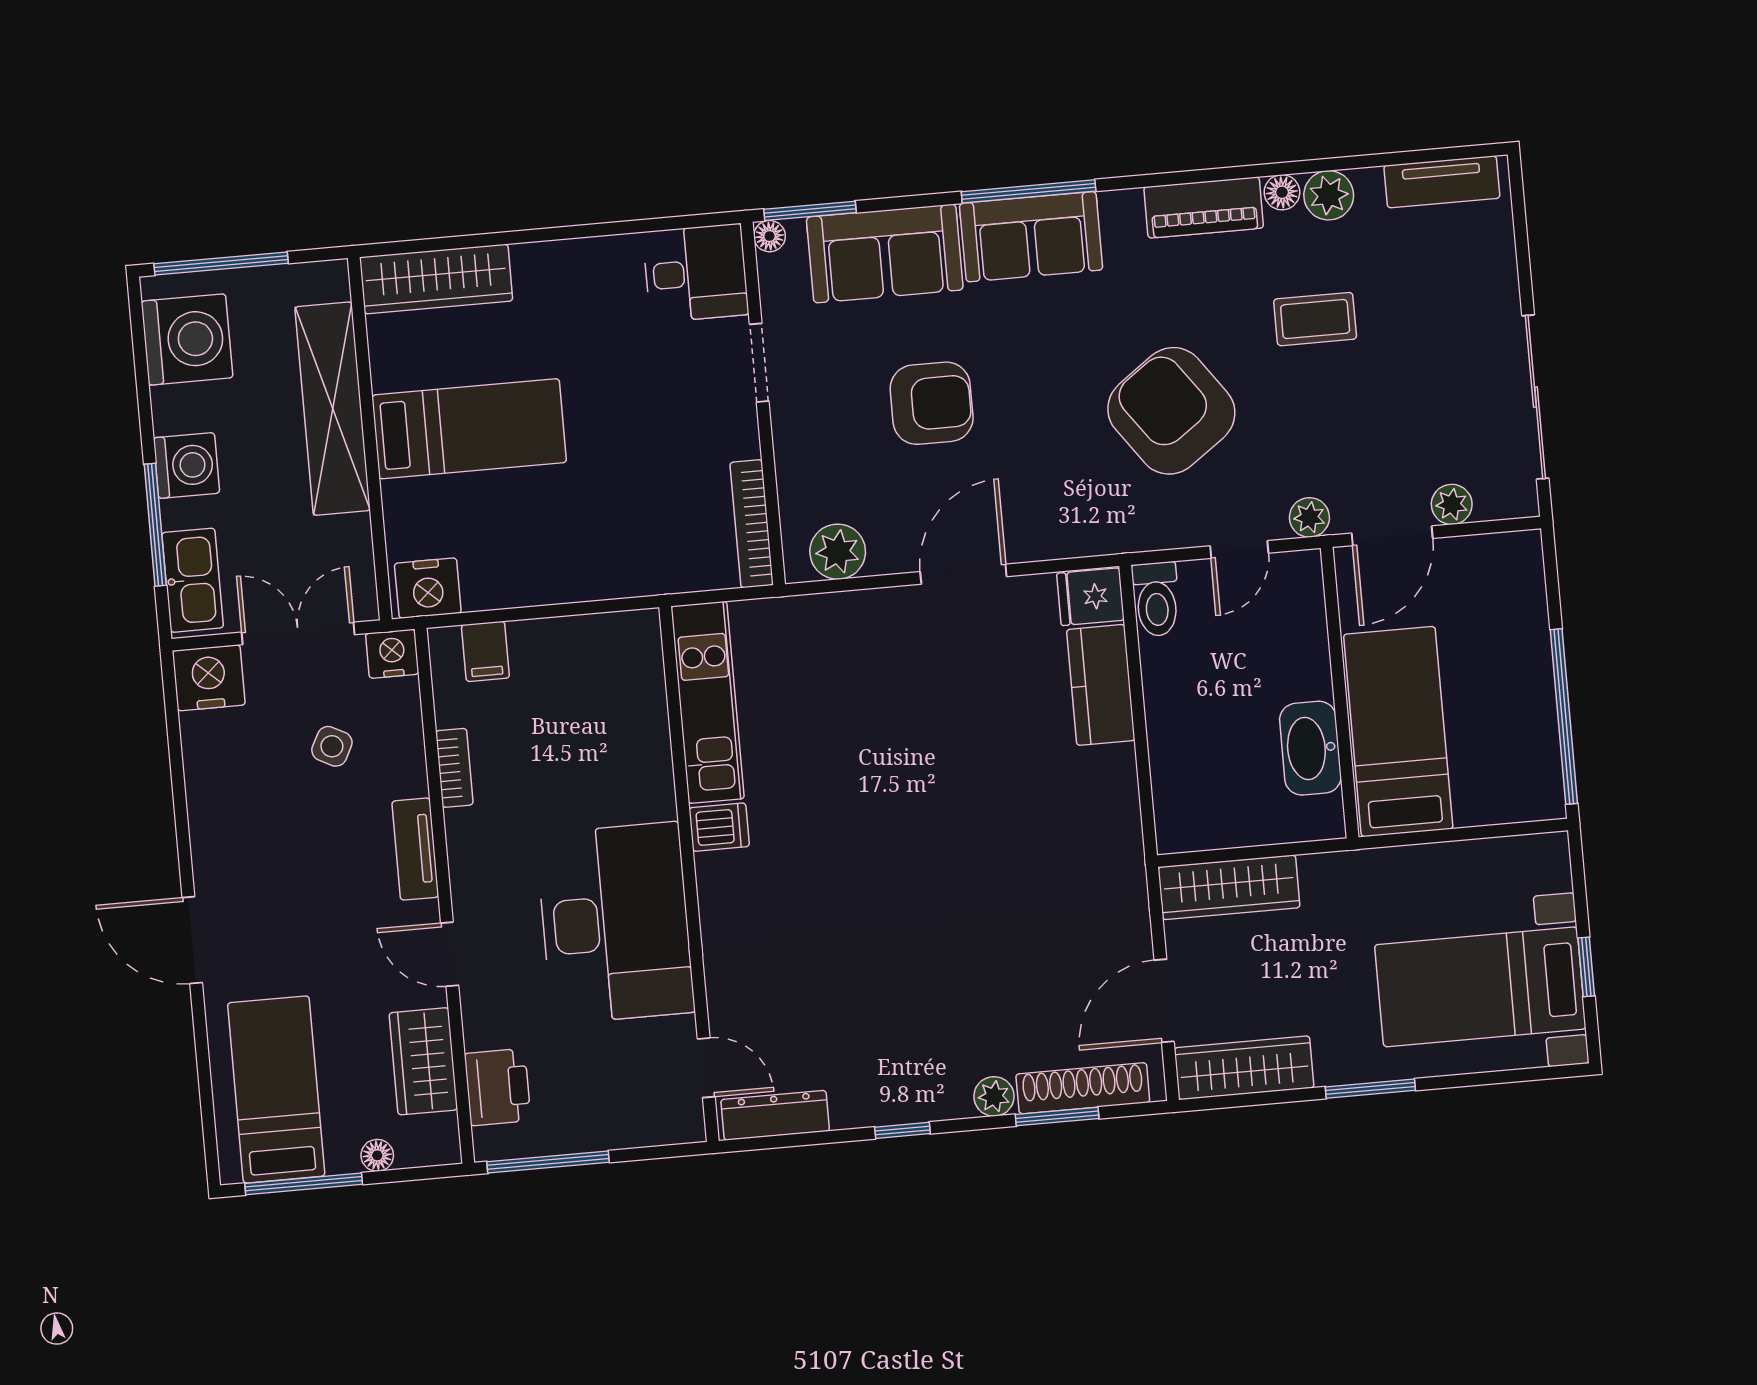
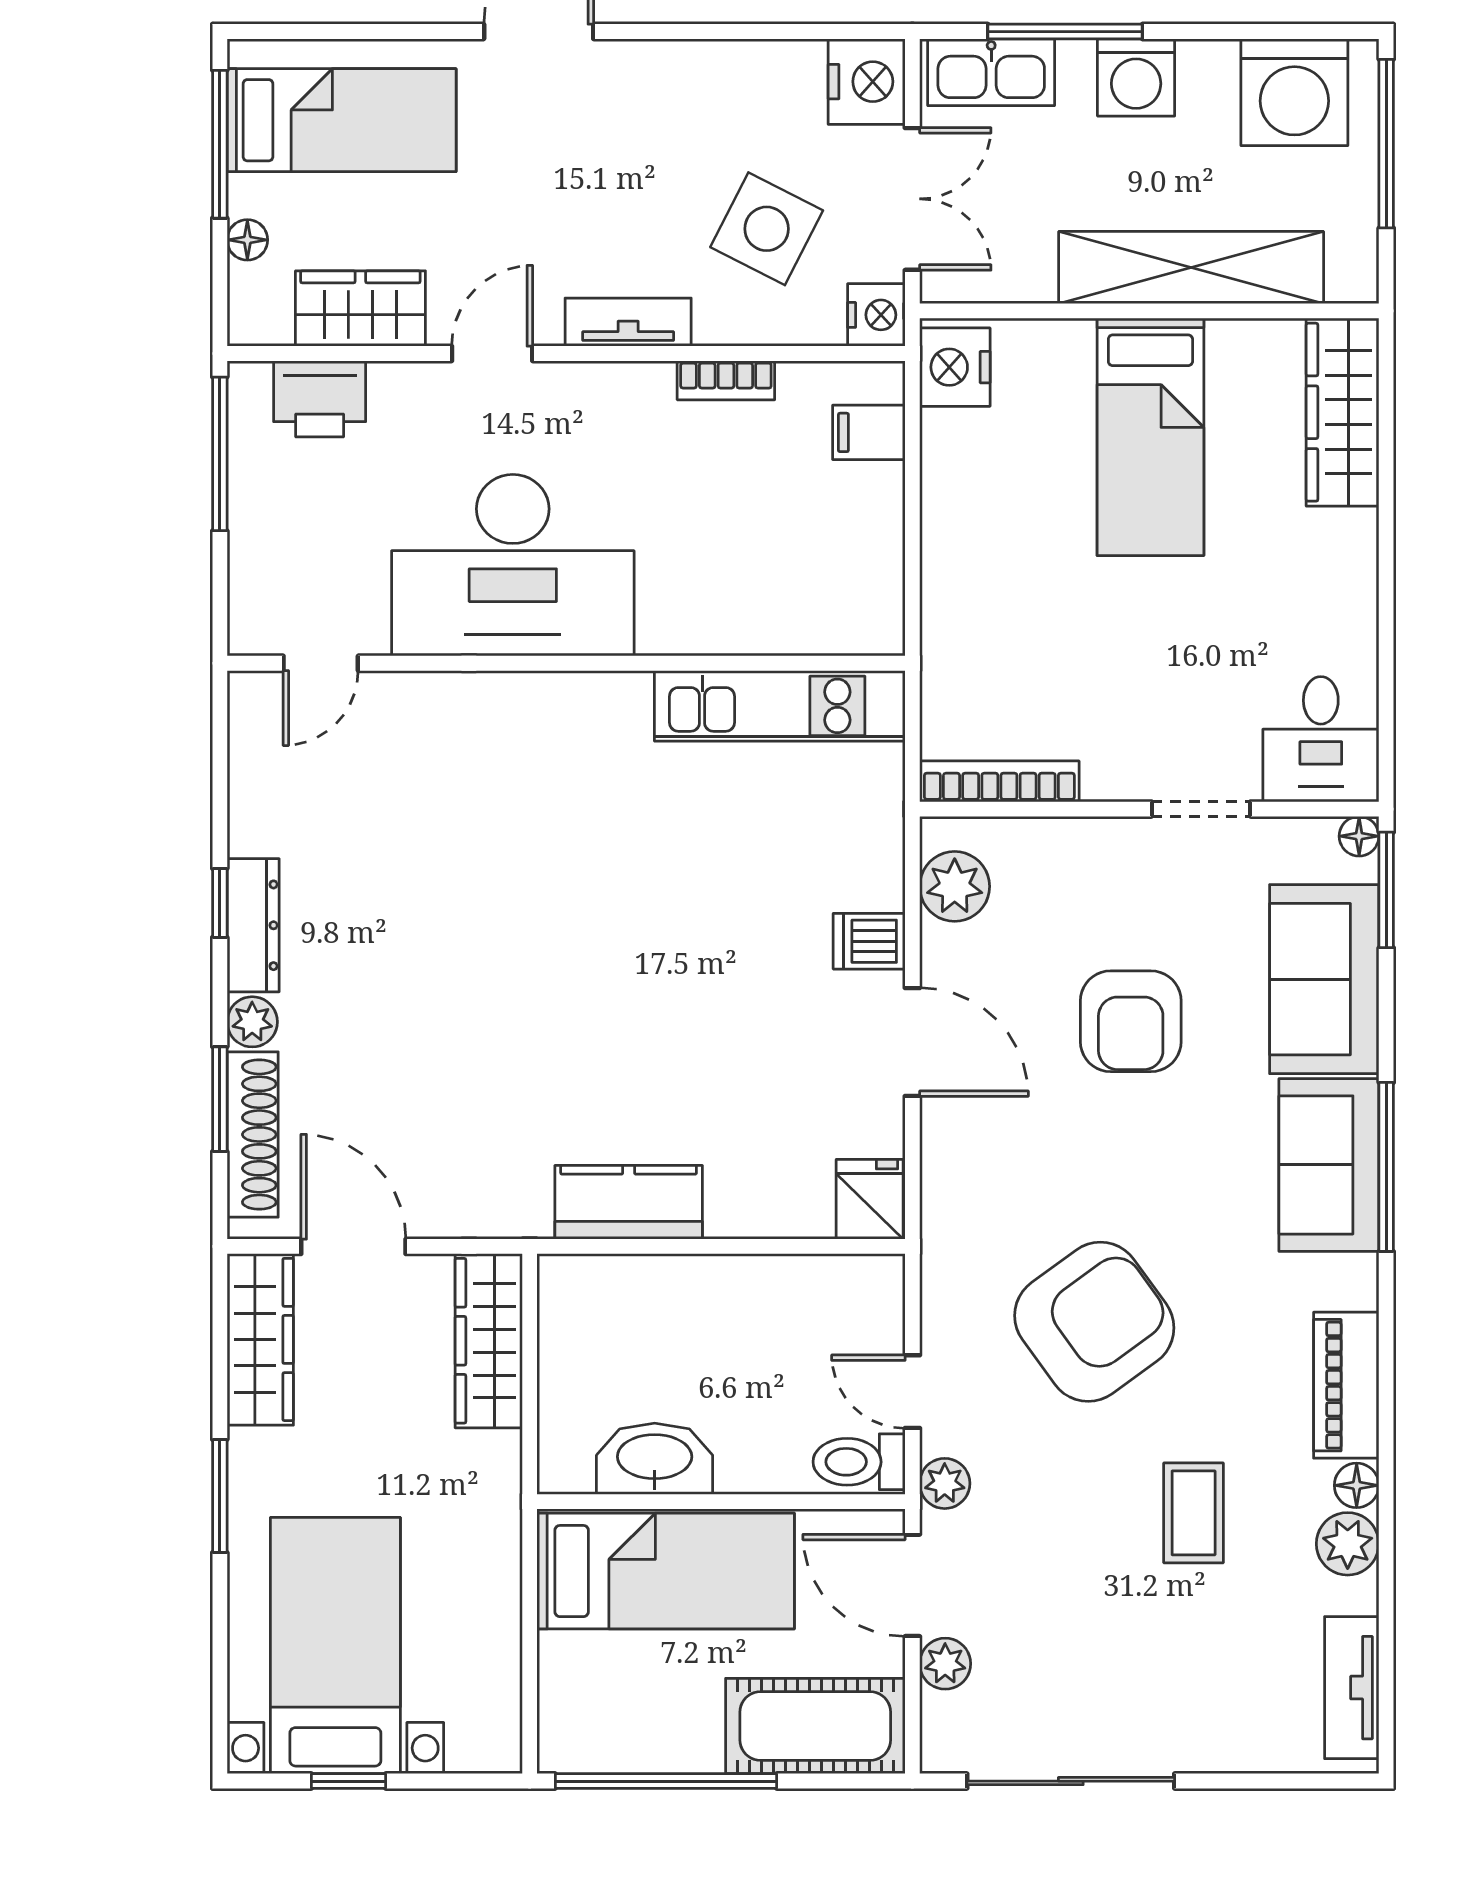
toilet: (1156, 599) -> (859, 1462), moved
cot: (1510, 603) -> (815, 1726), added
kitchen counter: (1101, 685) -> (629, 1202), moved
side table: (332, 746) -> (767, 229), width x1.87, depth x1.87
dishwasher: (719, 827) -> (869, 941), moved, turned 90
dresser: (775, 1115) -> (253, 925), moved

